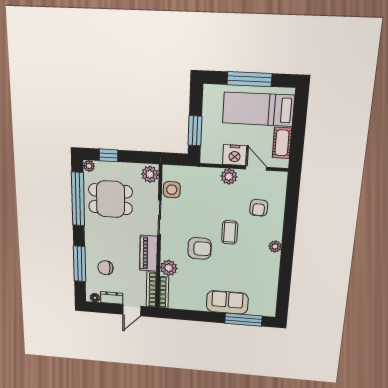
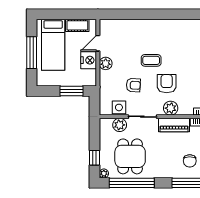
plant: (150, 174) -> (120, 125), moved
armchair: (259, 208) -> (133, 85), moved
plant: (275, 246) -> (160, 24), removed
plant: (169, 268) -> (171, 108), moved

